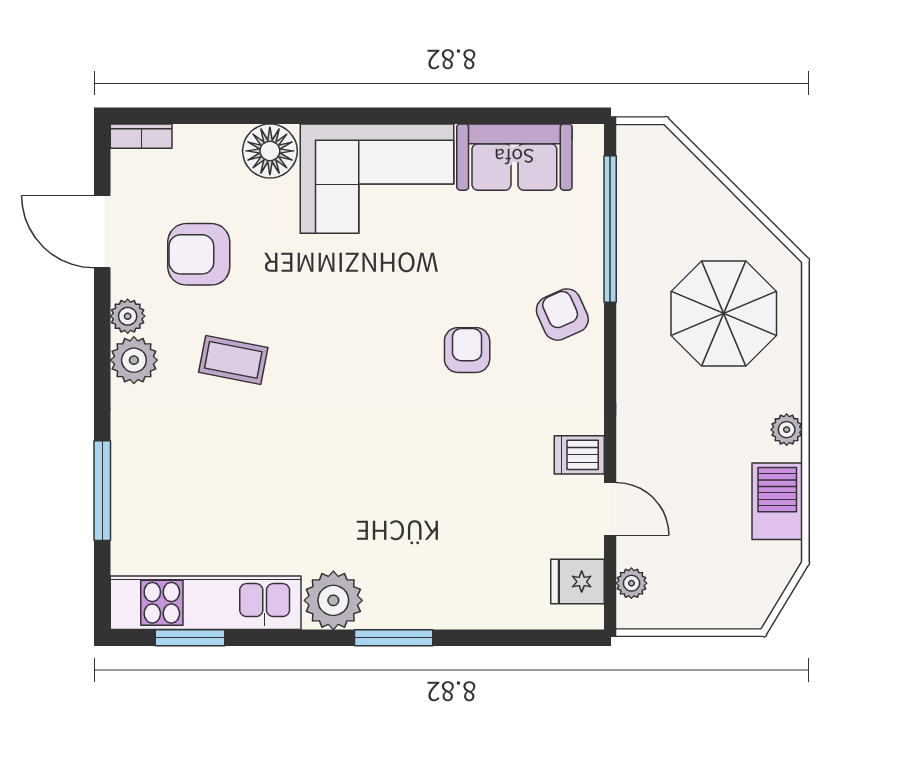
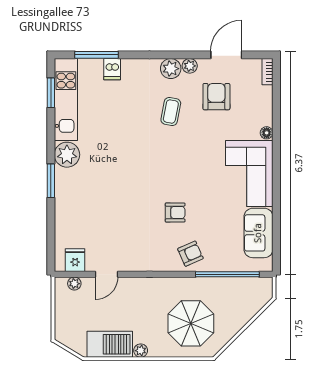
floor lamp: (270, 151) -> (267, 133), width x0.53, depth x0.53
dishwasher: (579, 455) -> (112, 69), moved, turned 180
window: (102, 491) -> (96, 55), moved
barbecue: (777, 501) -> (110, 344), width x1.37, depth x1.21

